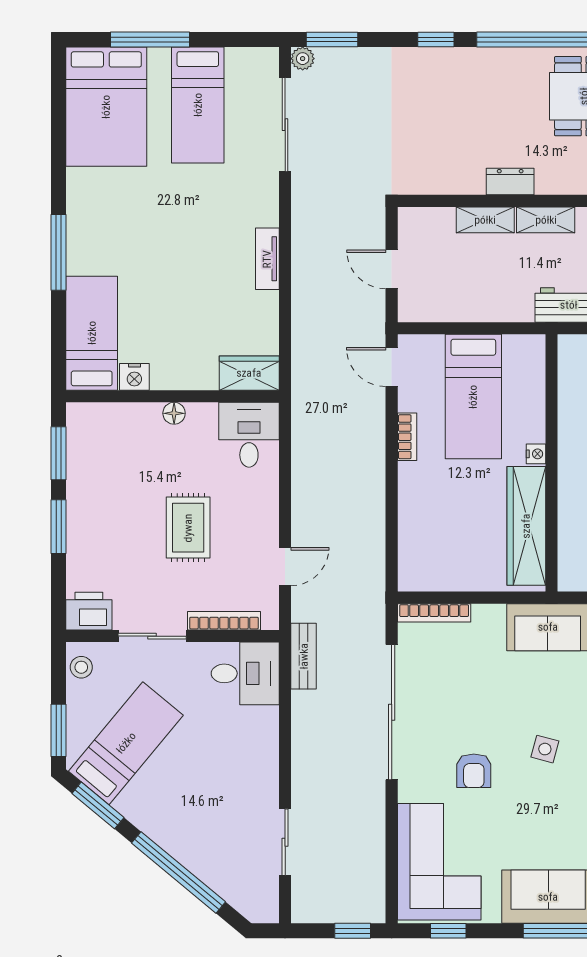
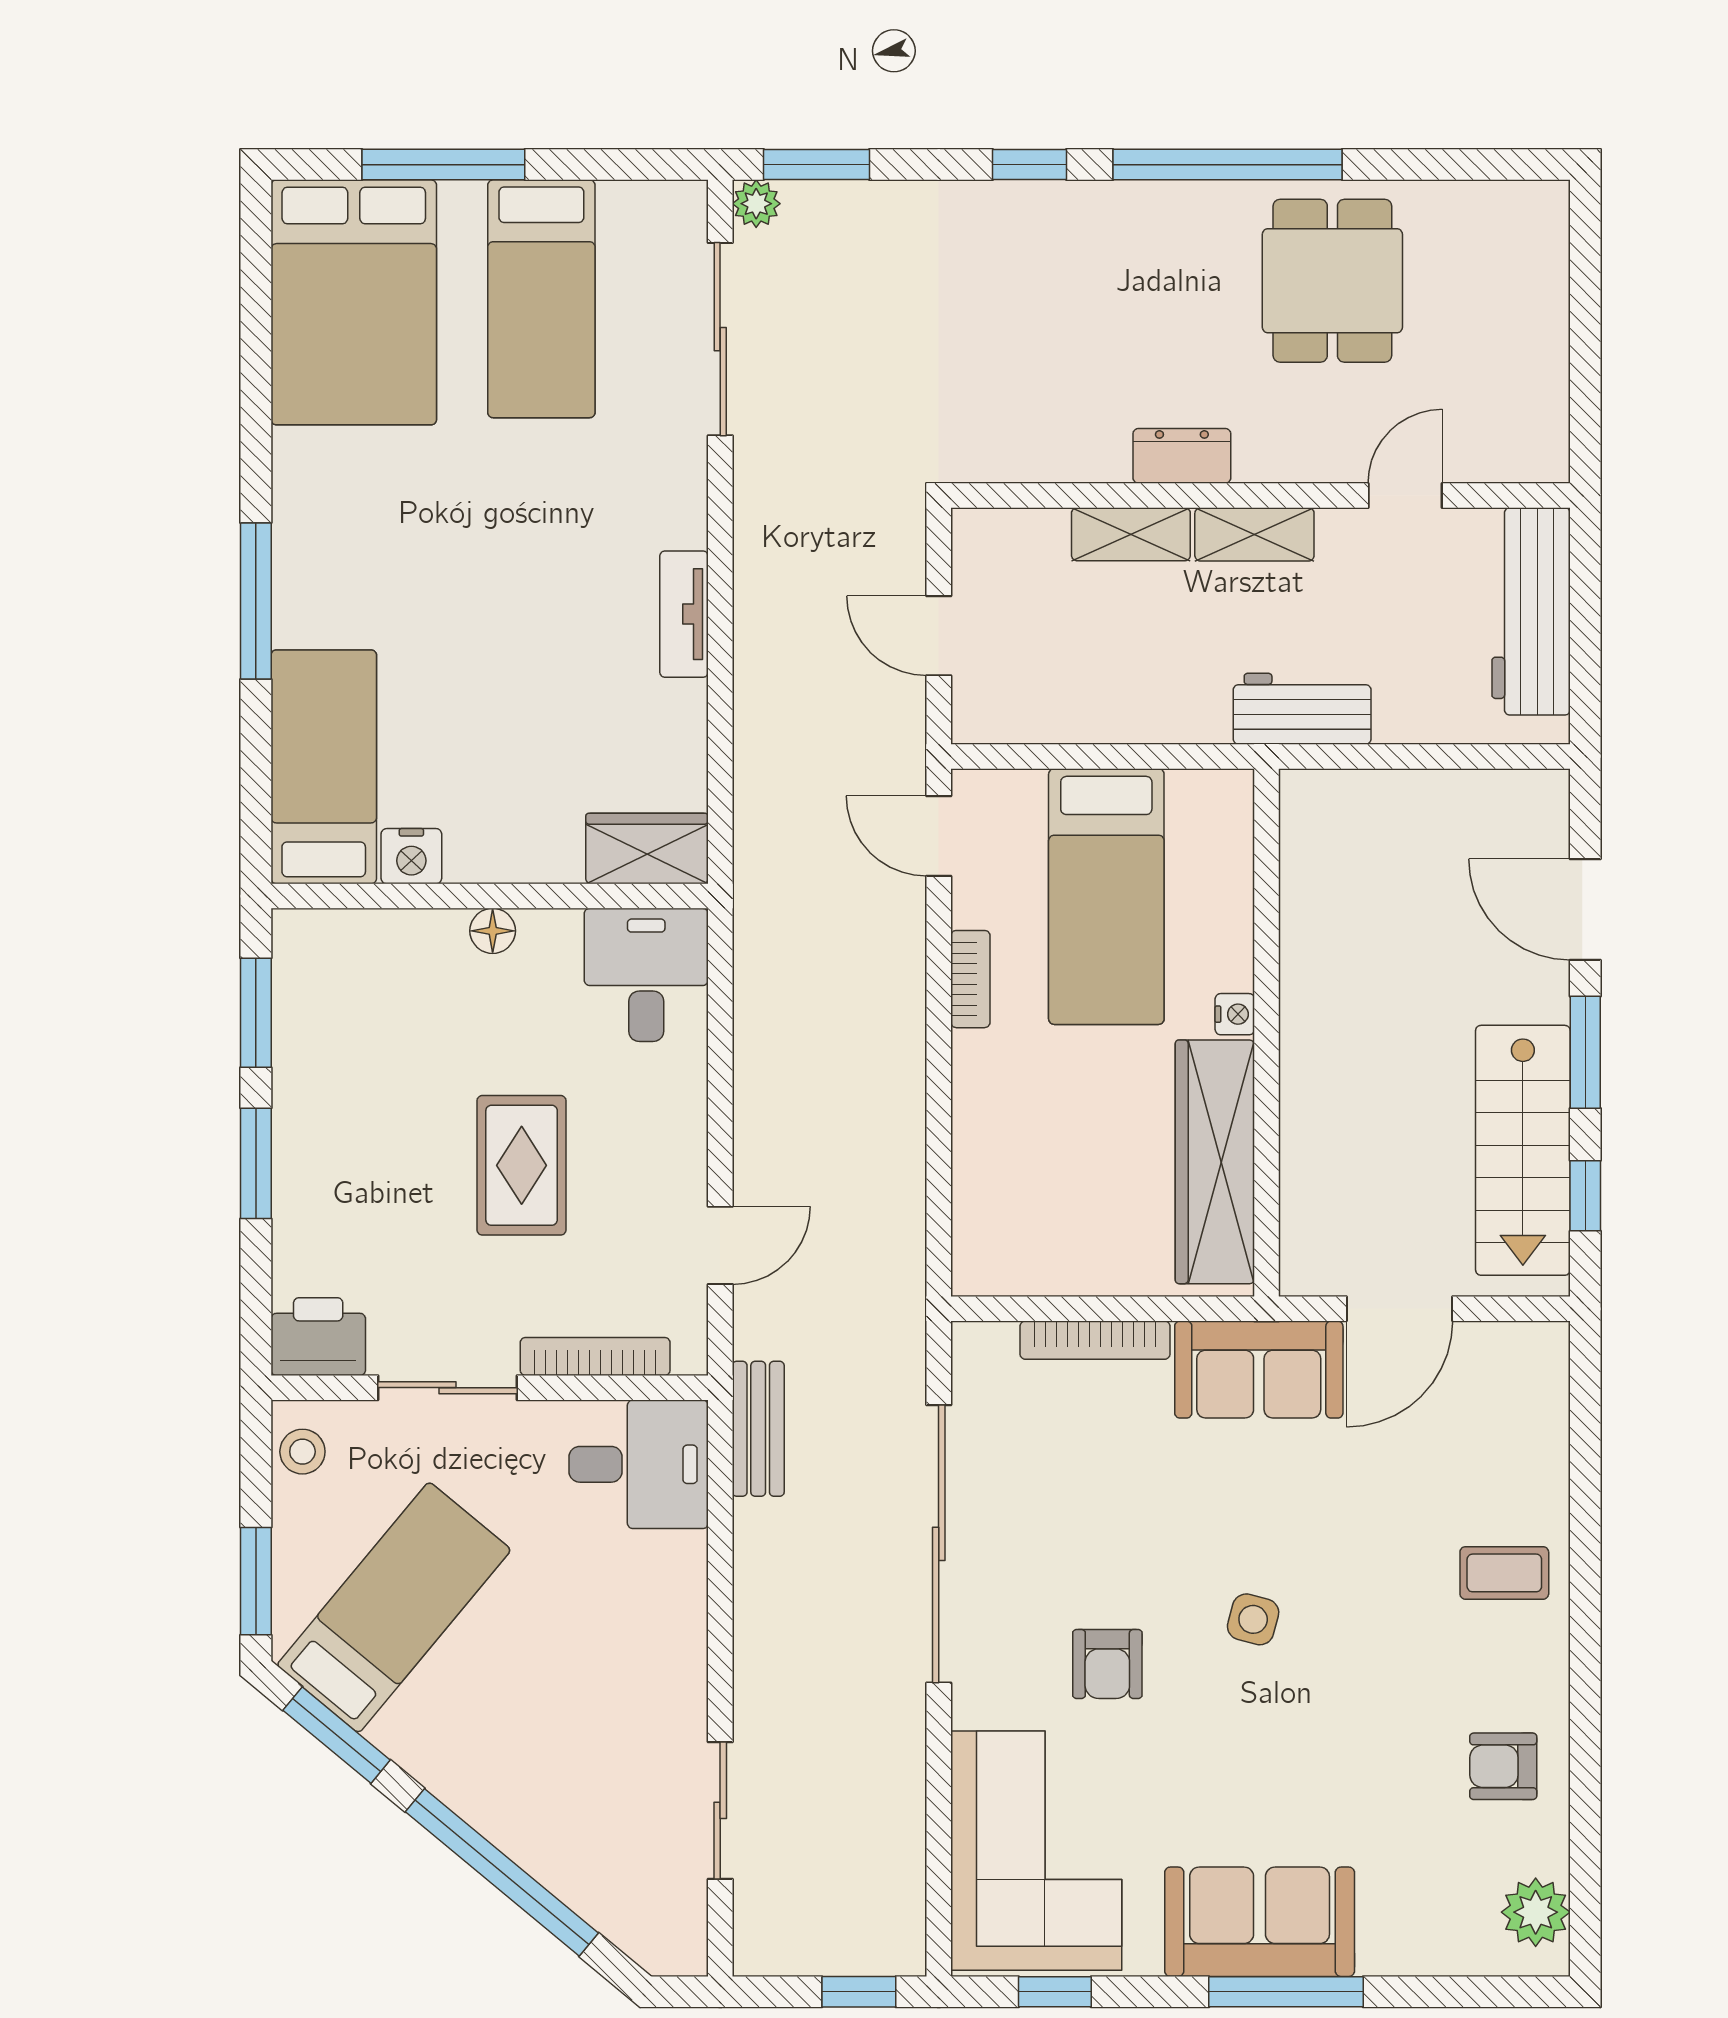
bookcase: (434, 613) -> (1095, 1340), moved

